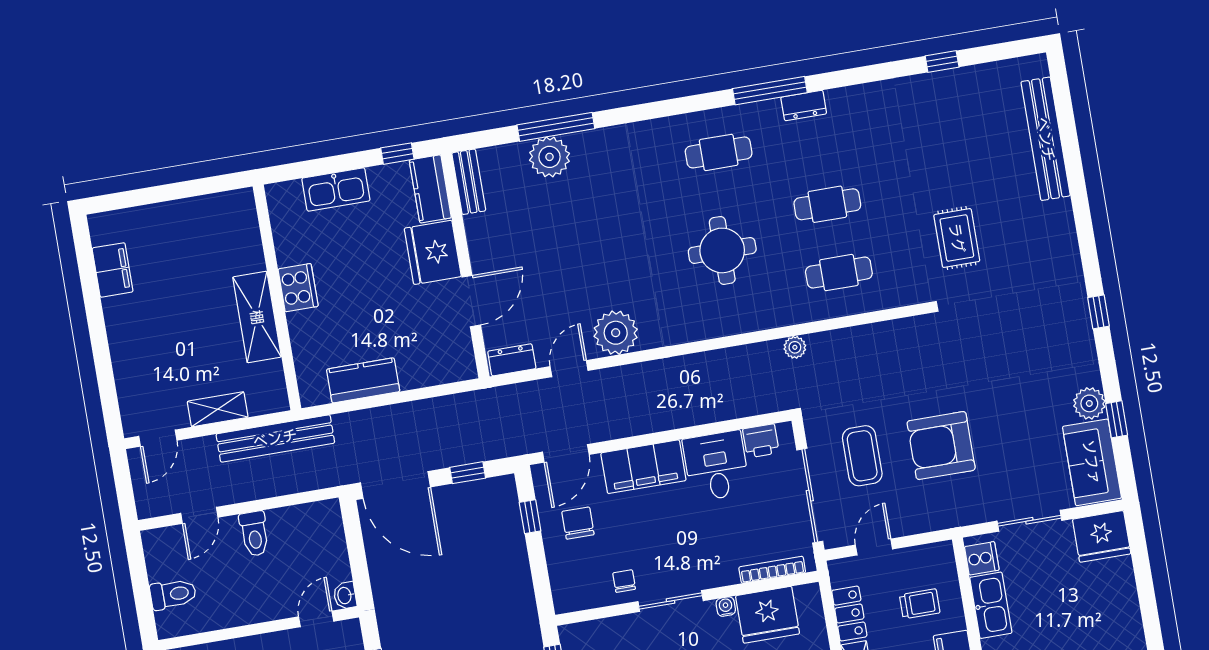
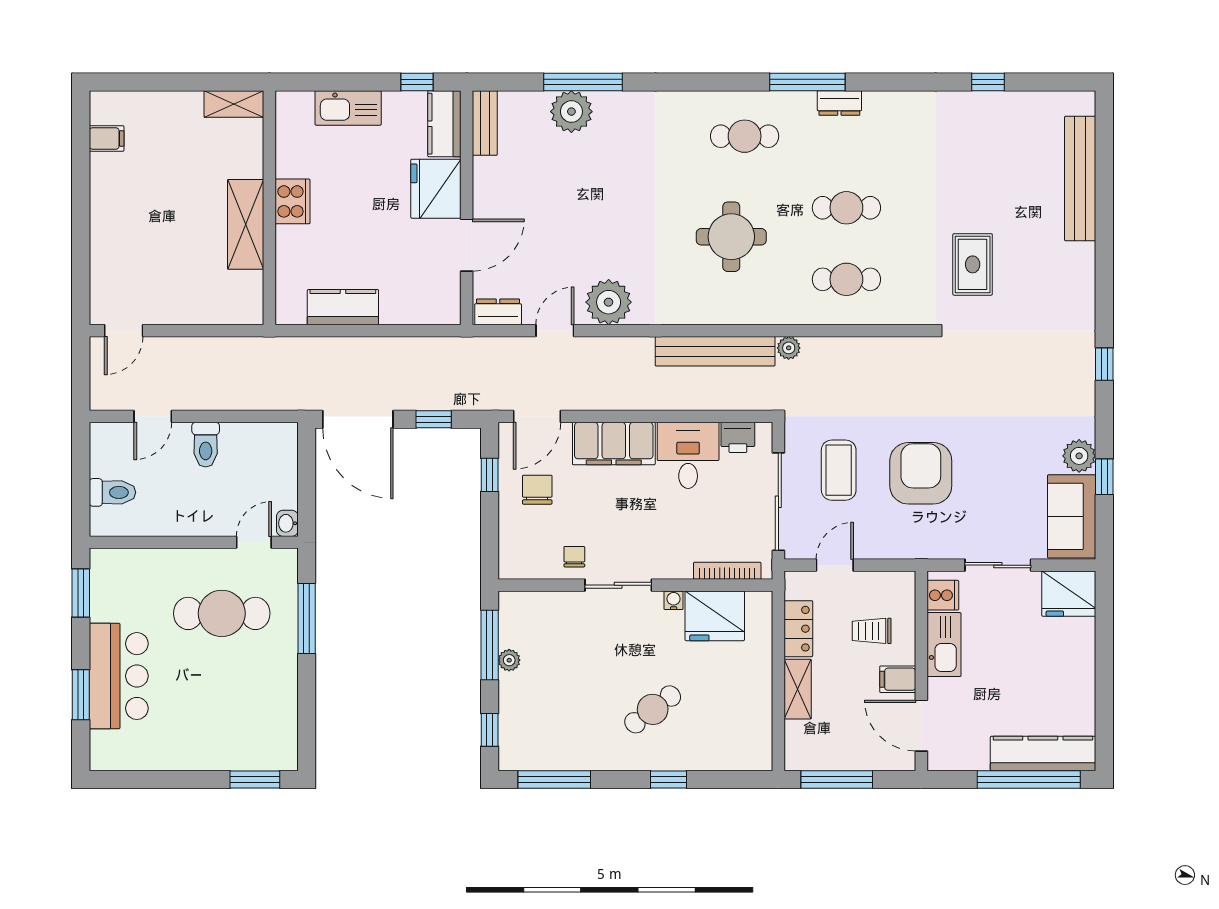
filing cabinet: (113, 270) -> (107, 139), width x0.50
shelving: (218, 409) -> (234, 104), moved
bench: (275, 438) -> (715, 351), moved
armchair: (941, 446) -> (921, 473), turned 90
trolley: (920, 604) -> (872, 631), turned 180

